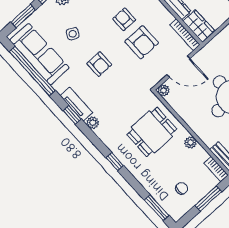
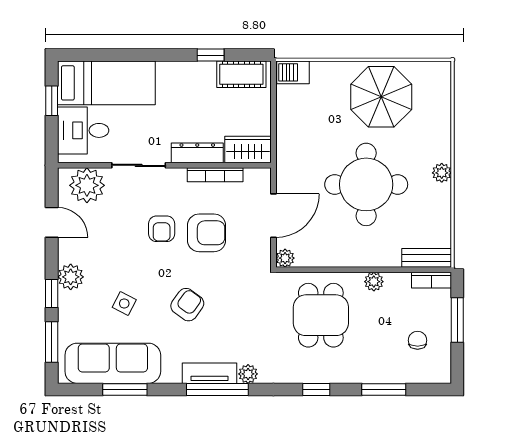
armchair: (124, 19) -> (162, 229), turned -90
bookcase: (185, 35) -> (215, 175), moved
armchair: (99, 64) -> (187, 305), turned -54
window: (32, 71) -> (125, 389), width x0.47
window: (72, 115) -> (217, 389), width x2.17
window: (157, 208) -> (384, 389), moved

